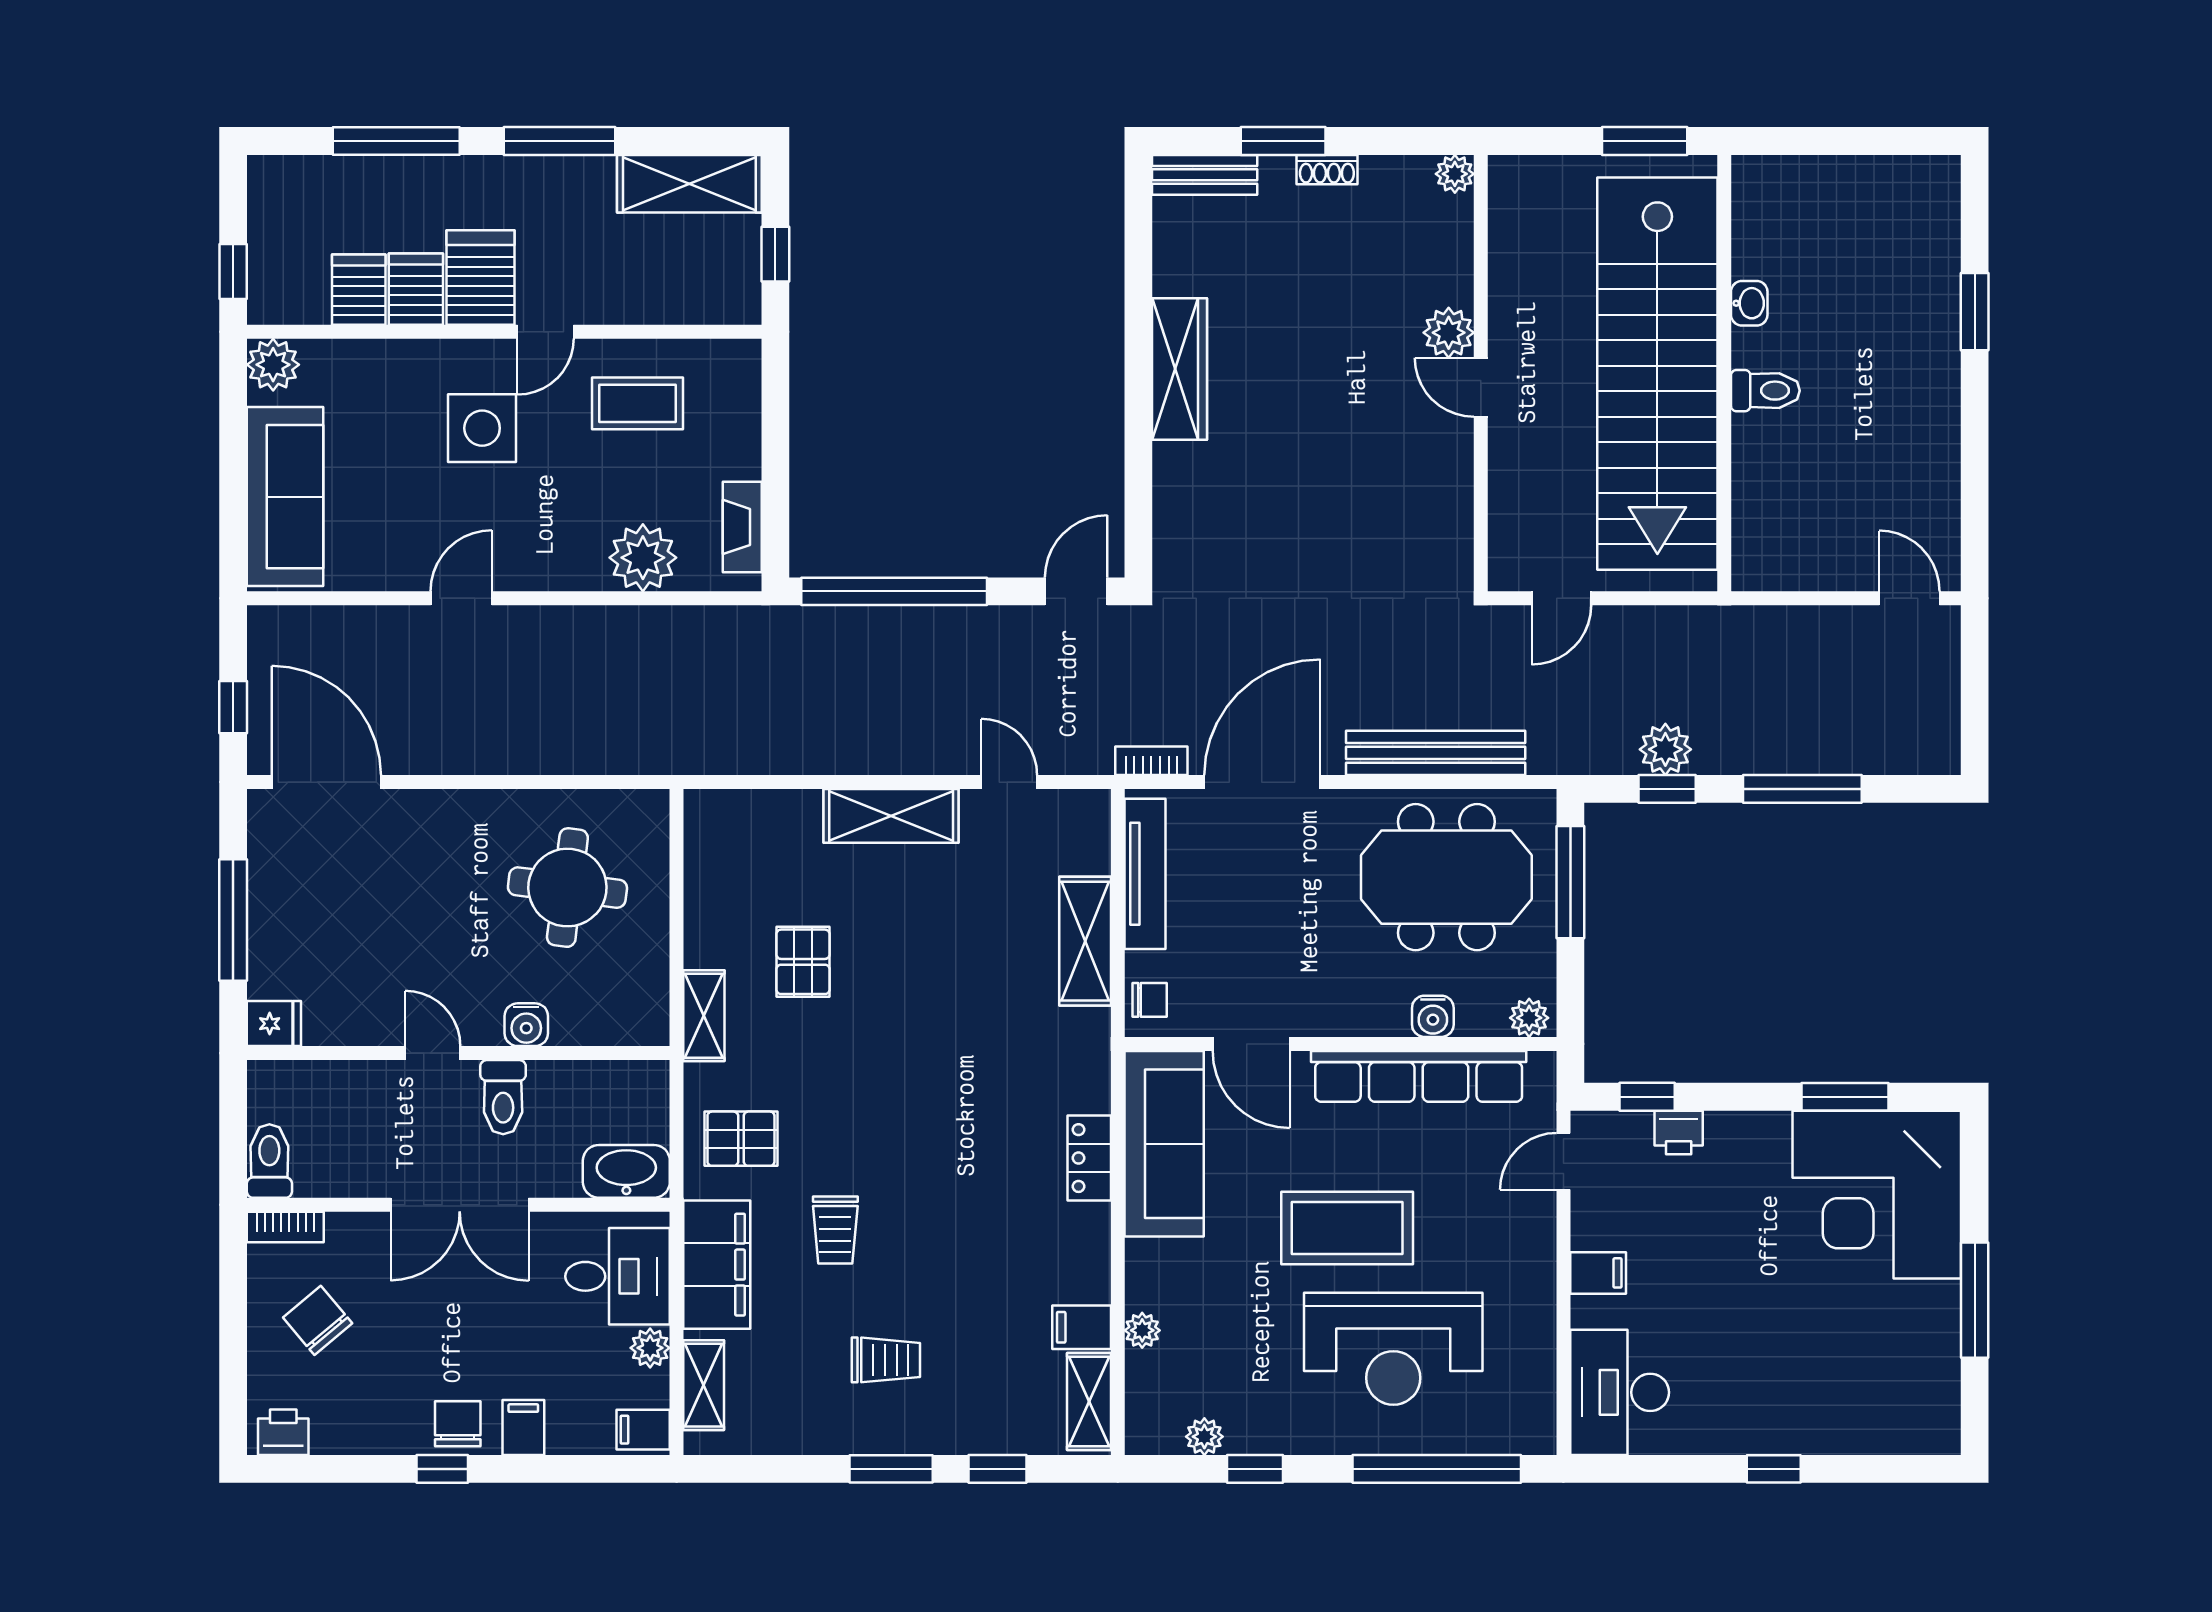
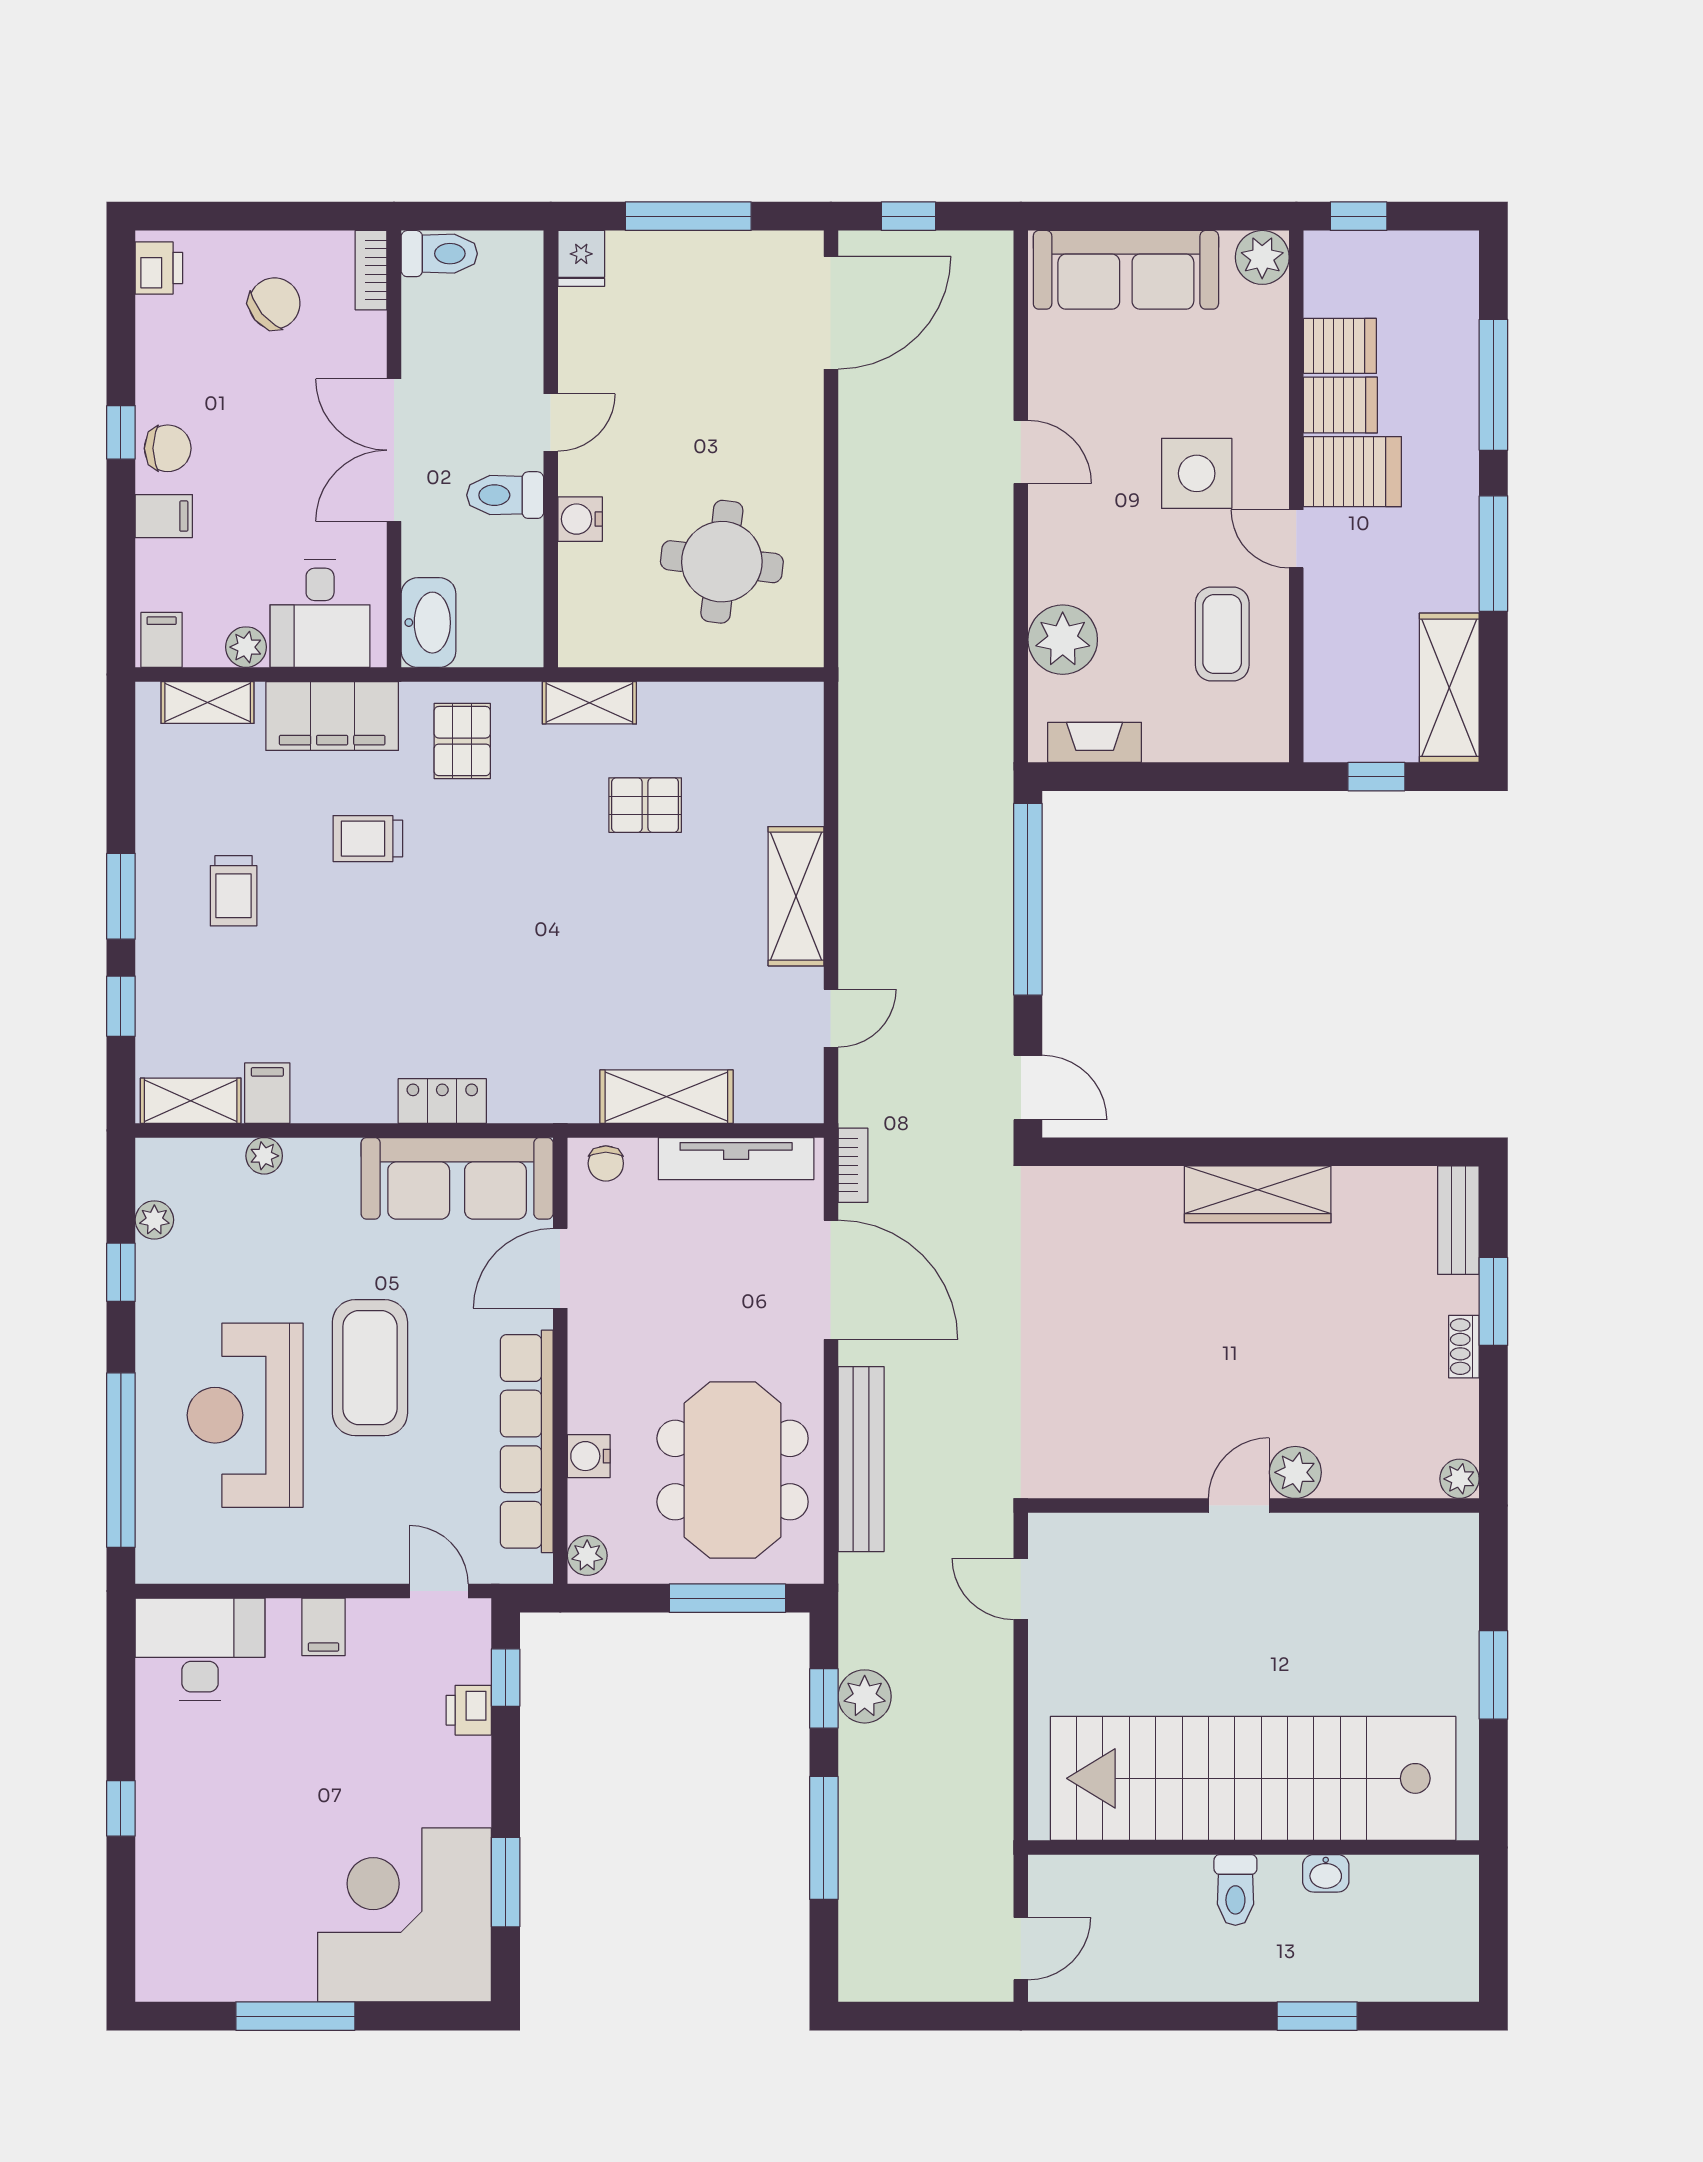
washbasin: (1749, 303) -> (1326, 1873), moved
wall: (1724, 373) -> (1254, 1847), moved
stairs: (1657, 374) -> (1253, 1778), moved
toilet: (1765, 391) -> (1235, 1890), moved

